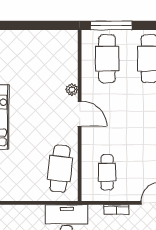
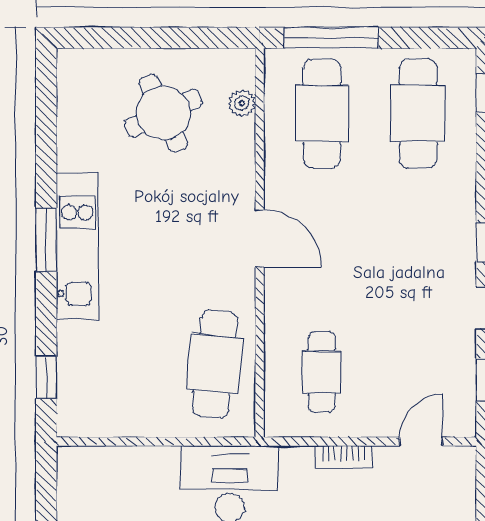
round table: (37, 59) -> (163, 113), added
plant: (72, 90) -> (242, 103), moved

